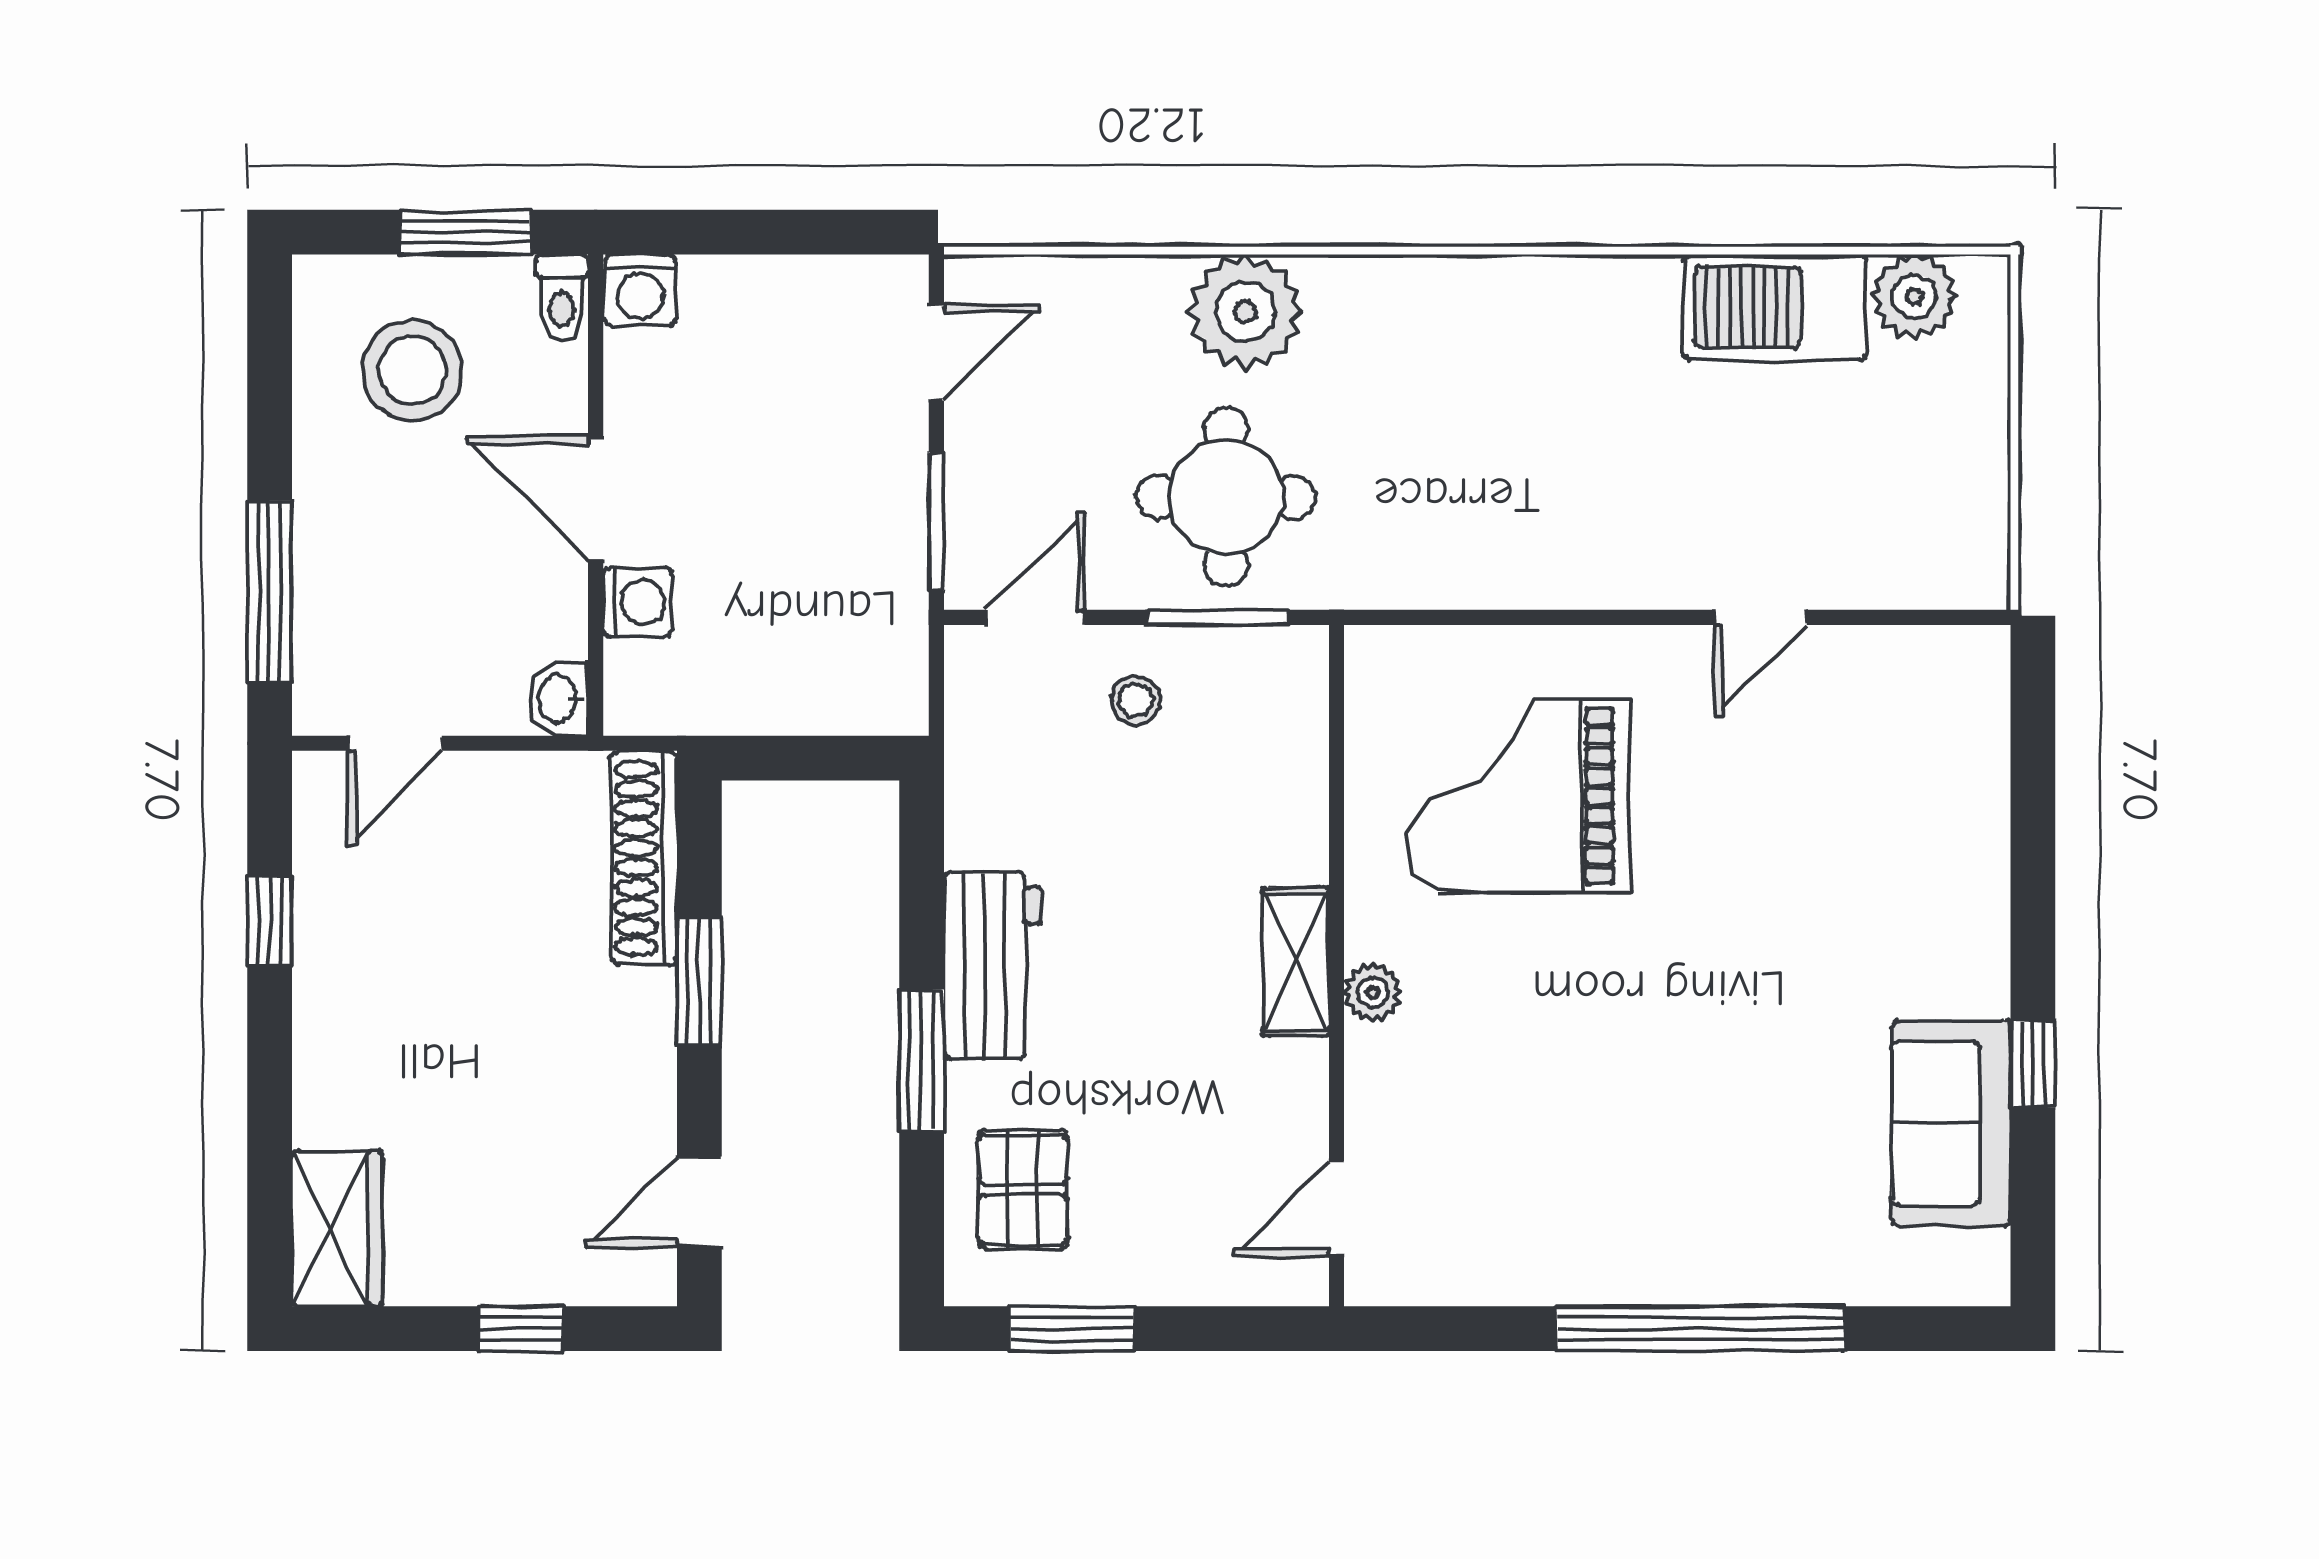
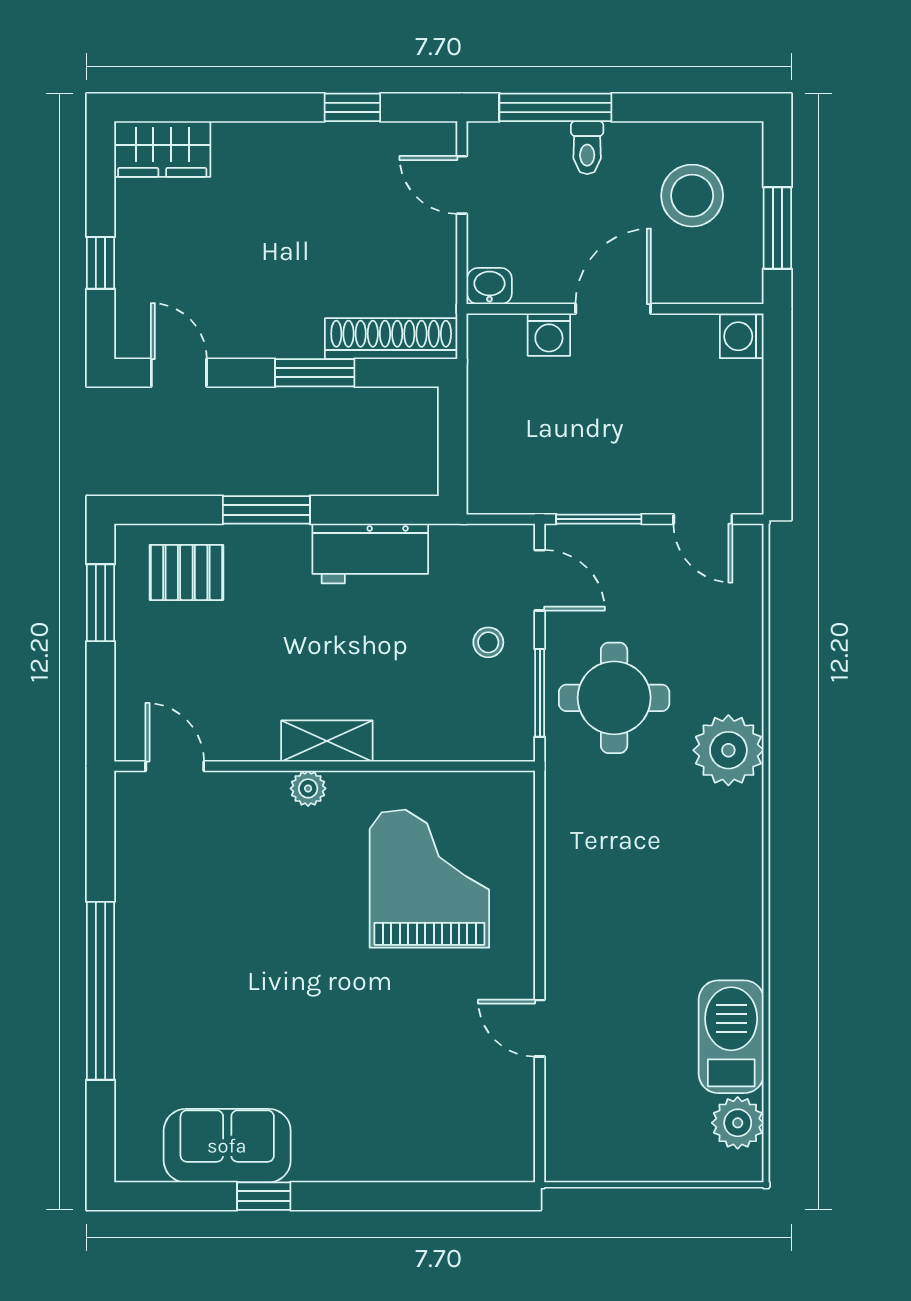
toilet: (562, 297) -> (587, 148), moved, turned -90
plant: (1245, 312) -> (728, 750), moved
workbench: (992, 966) -> (370, 554), moved

